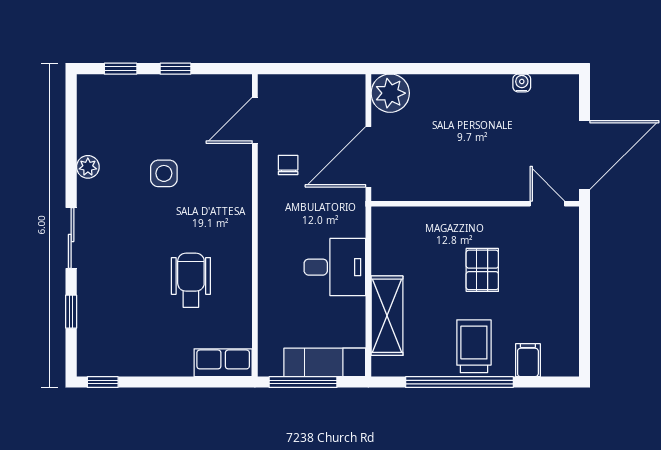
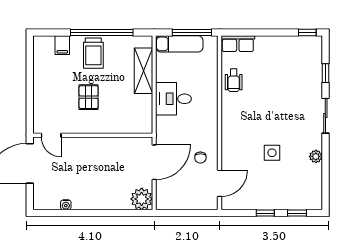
wheelchair: (191, 280) -> (234, 80), moved, width x0.73, depth x0.73

